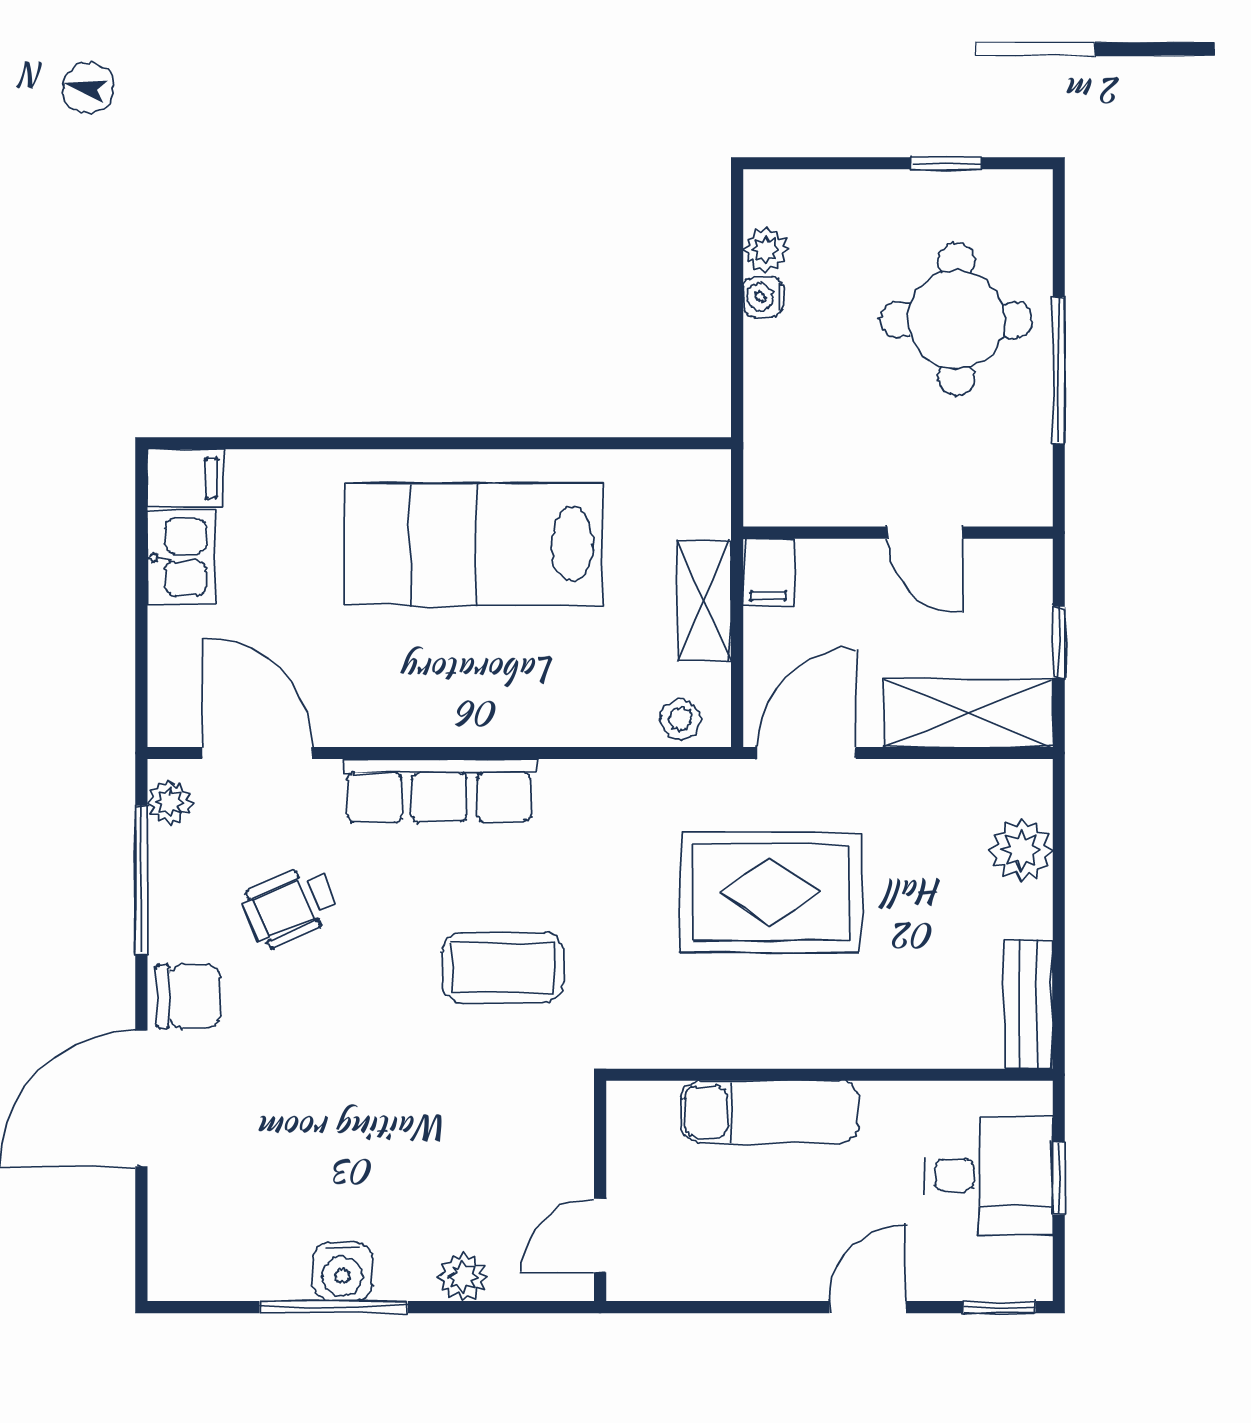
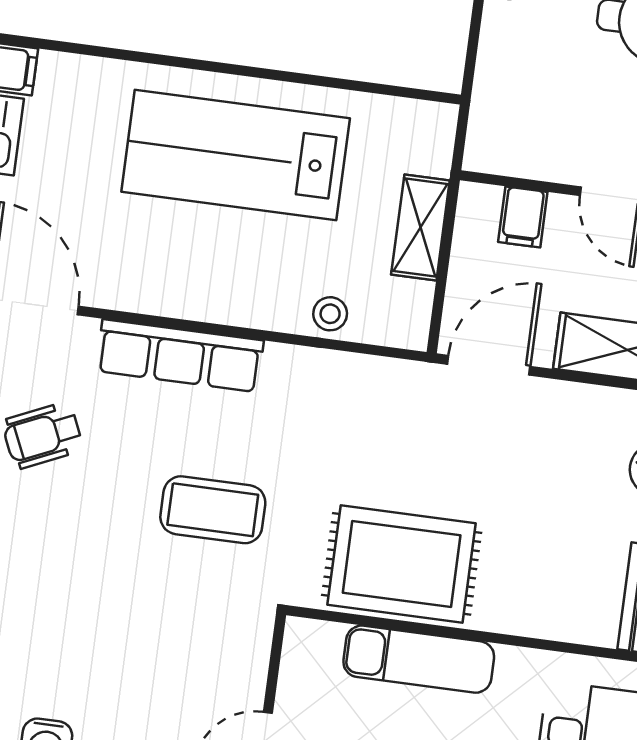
filing cabinet: (768, 572) -> (523, 217), moved
stool: (680, 719) -> (330, 314), moved
rug: (770, 892) -> (402, 564), moved

